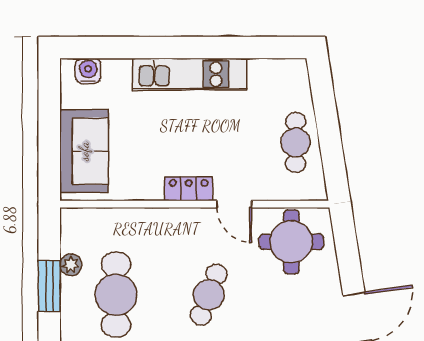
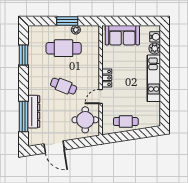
plant: (117, 72) -> (155, 49), added

